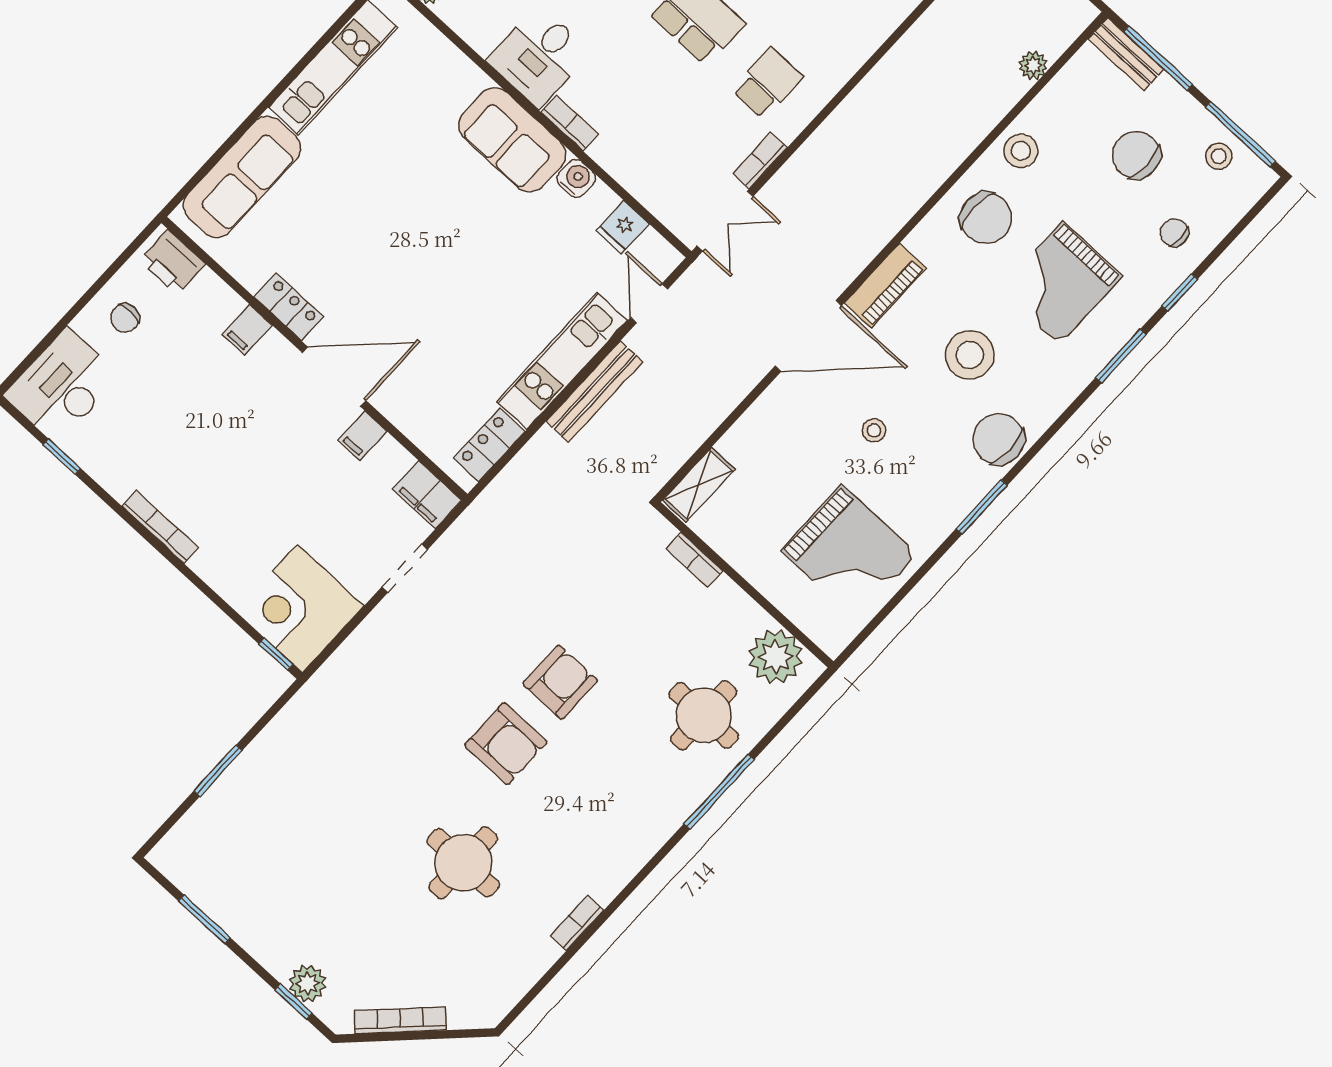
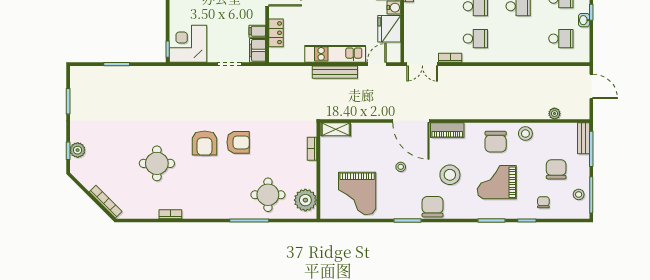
fridge: (623, 227) -> (389, 29), width x1.88, depth x1.34
filing cabinet: (362, 436) -> (257, 31), moved
locker: (489, 445) -> (276, 33), moved, turned 90
bookcase: (400, 1020) -> (106, 202), moved

